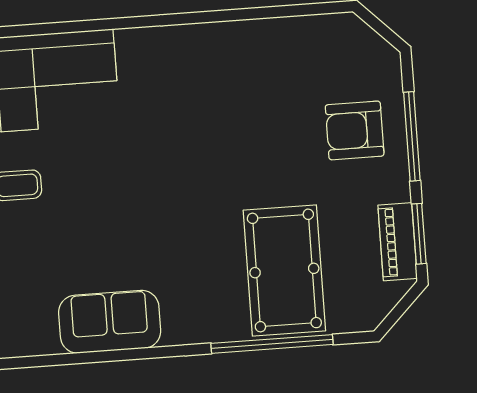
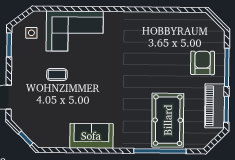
armchair: (355, 130) -> (203, 63), turned 90
piano: (398, 242) -> (215, 106), width x1.37, depth x1.33

